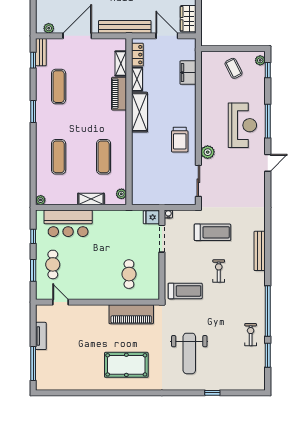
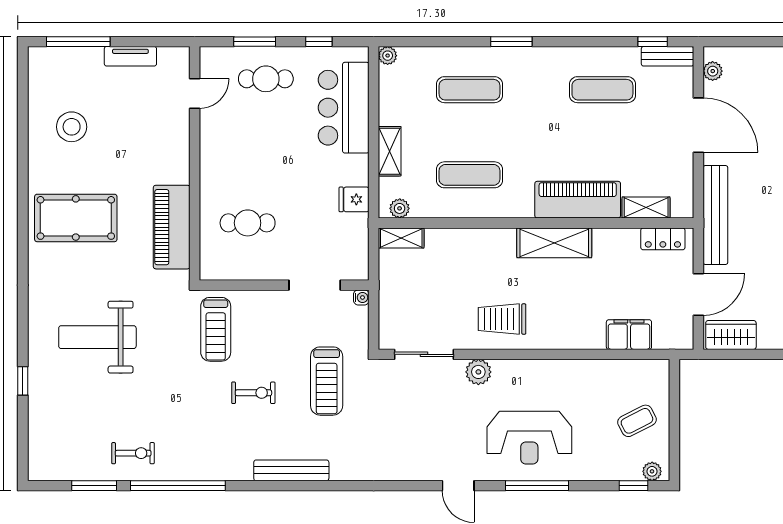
shelving: (137, 79) -> (401, 238), moved
piano: (119, 94) -> (578, 200), width x1.37, depth x1.33
window: (33, 111) -> (511, 42), moved
fridge: (151, 217) -> (354, 199), moved, turned -90
pool table: (126, 365) -> (76, 218), turned 90
stool: (78, 367) -> (72, 127), added

